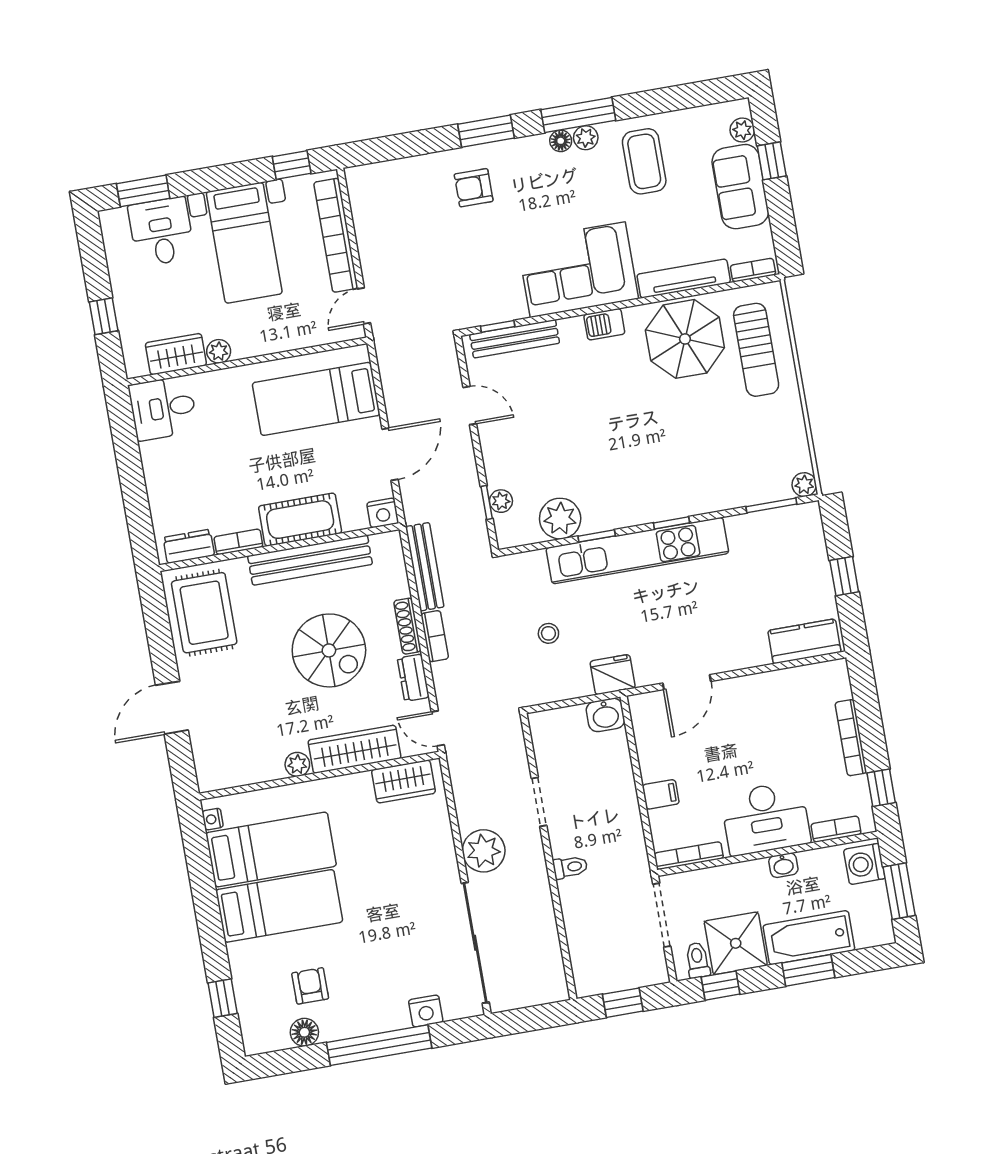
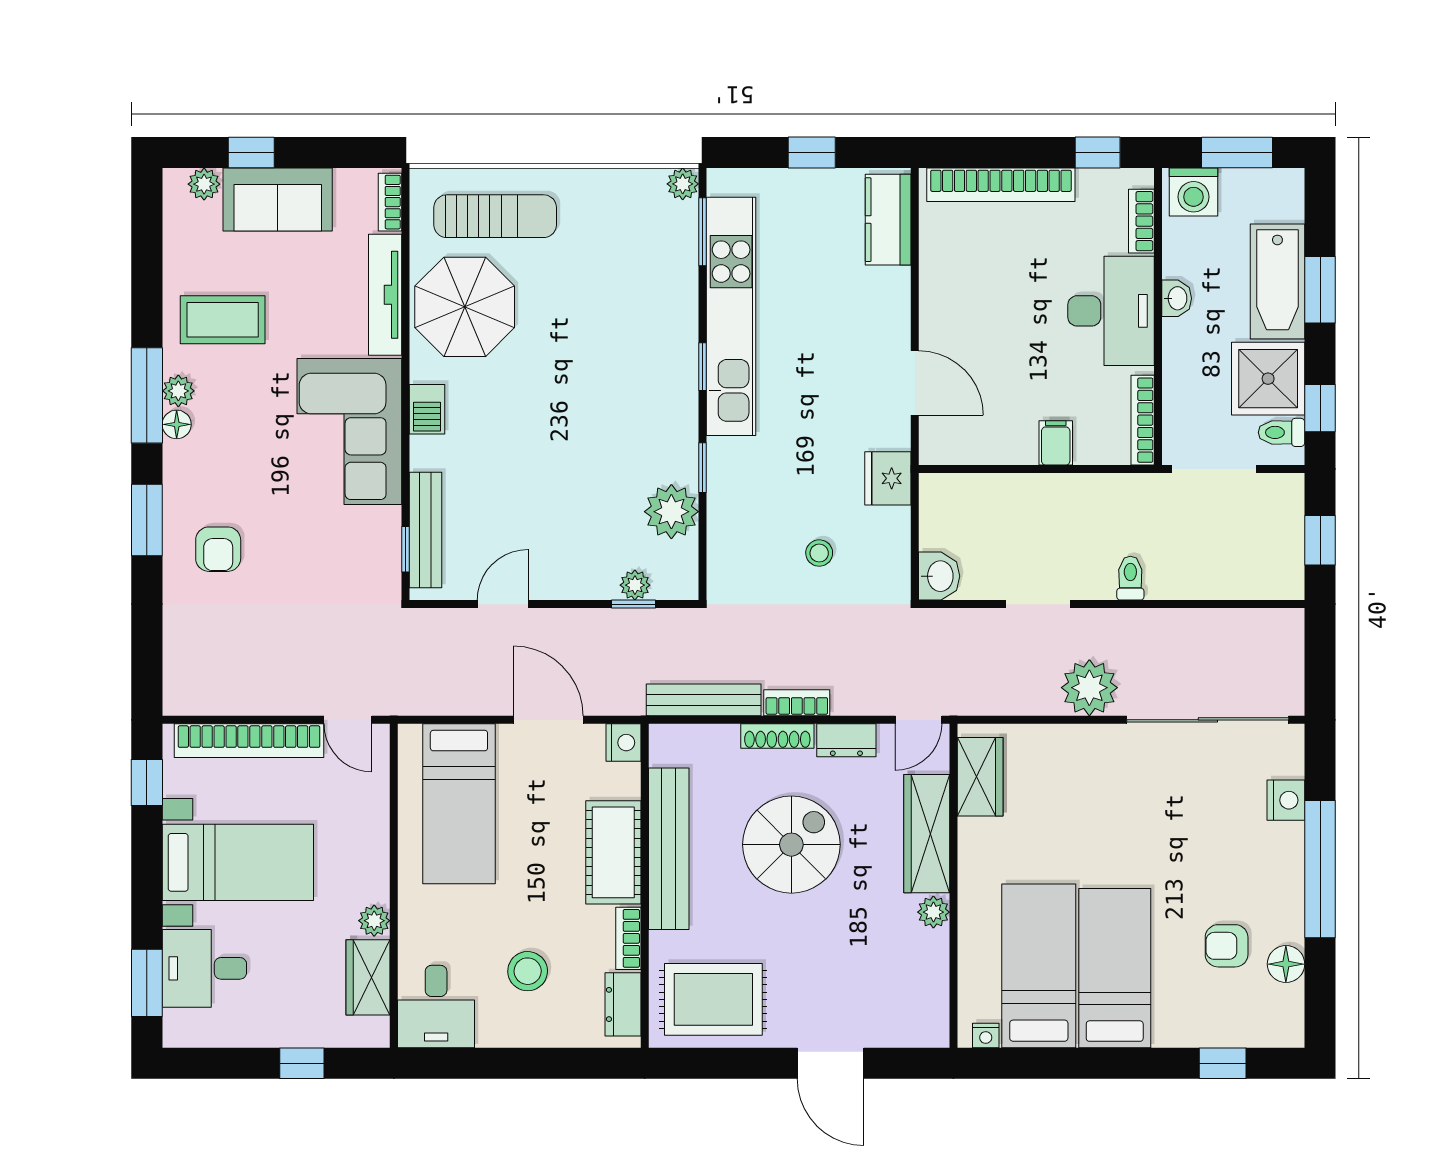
stool: (201, 471) -> (528, 971), added
kitchen unit: (637, 551) -> (731, 316), moved
washbasin: (605, 715) -> (939, 576), moved
bookcase: (851, 738) -> (1001, 185), width x1.48, depth x1.31

